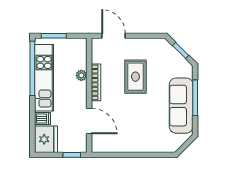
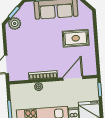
plant: (166, 50) -> (15, 23), added
rug: (135, 77) -> (76, 38), moved

